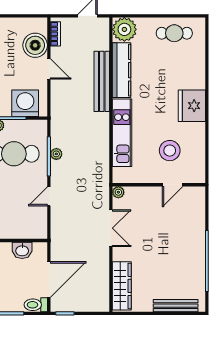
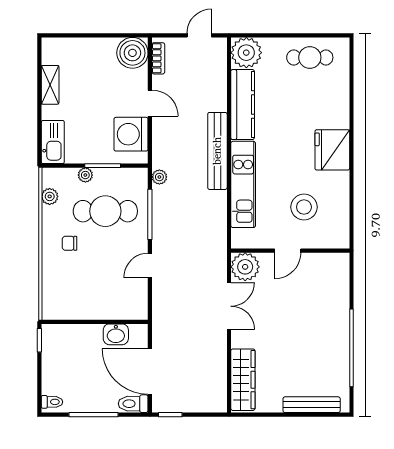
boiler: (35, 45) -> (132, 53), moved
bench: (102, 81) -> (217, 151), moved
washing machine: (25, 103) -> (131, 134), moved, turned -90
plant: (56, 154) -> (159, 177), moved
door: (173, 185) -> (288, 251), moved
plant: (118, 192) -> (245, 267), width x1.87, depth x1.87
door: (49, 280) -> (150, 372), swing flipped

